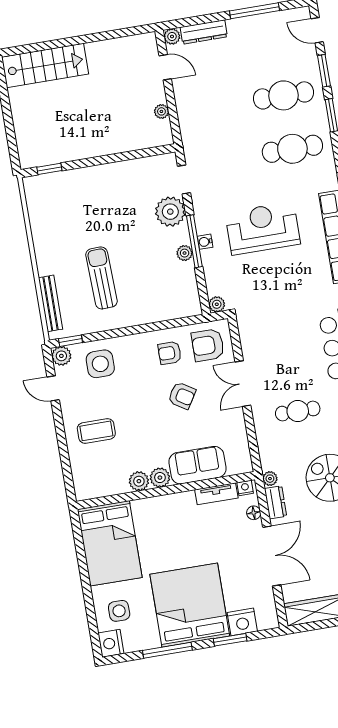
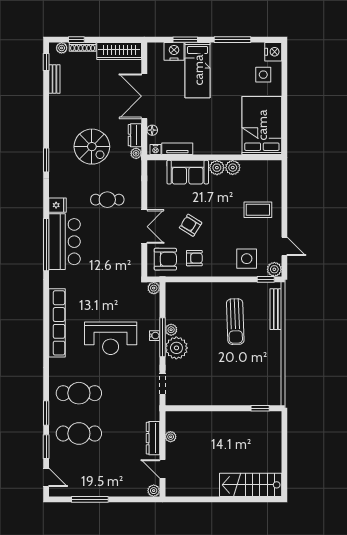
dresser: (204, 32) -> (153, 438), moved, turned -90
plant: (170, 212) -> (176, 348), moved
bed: (190, 605) -> (198, 70), width x0.49

